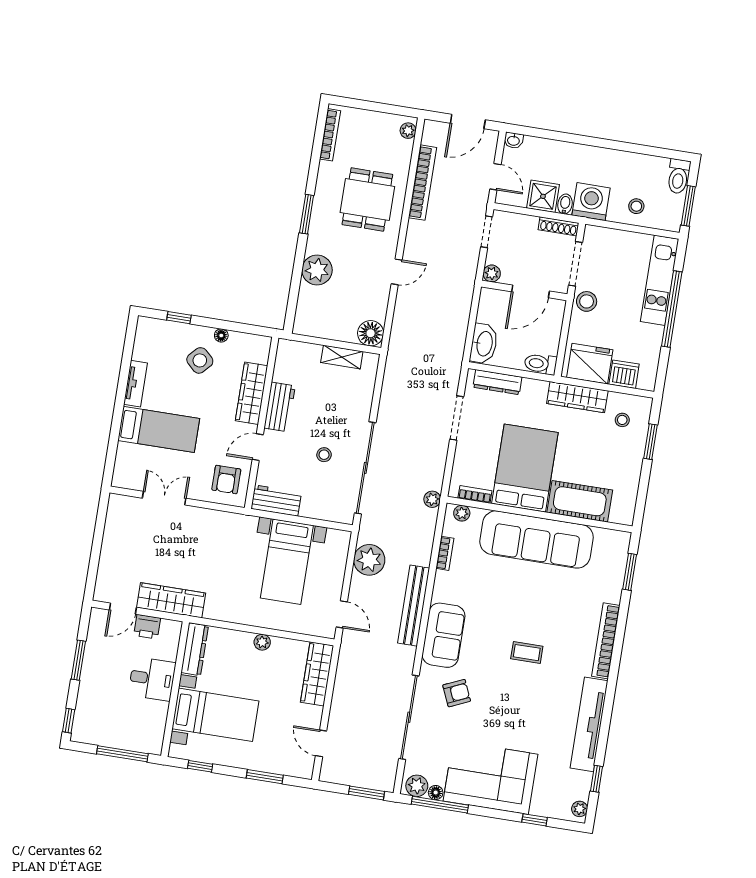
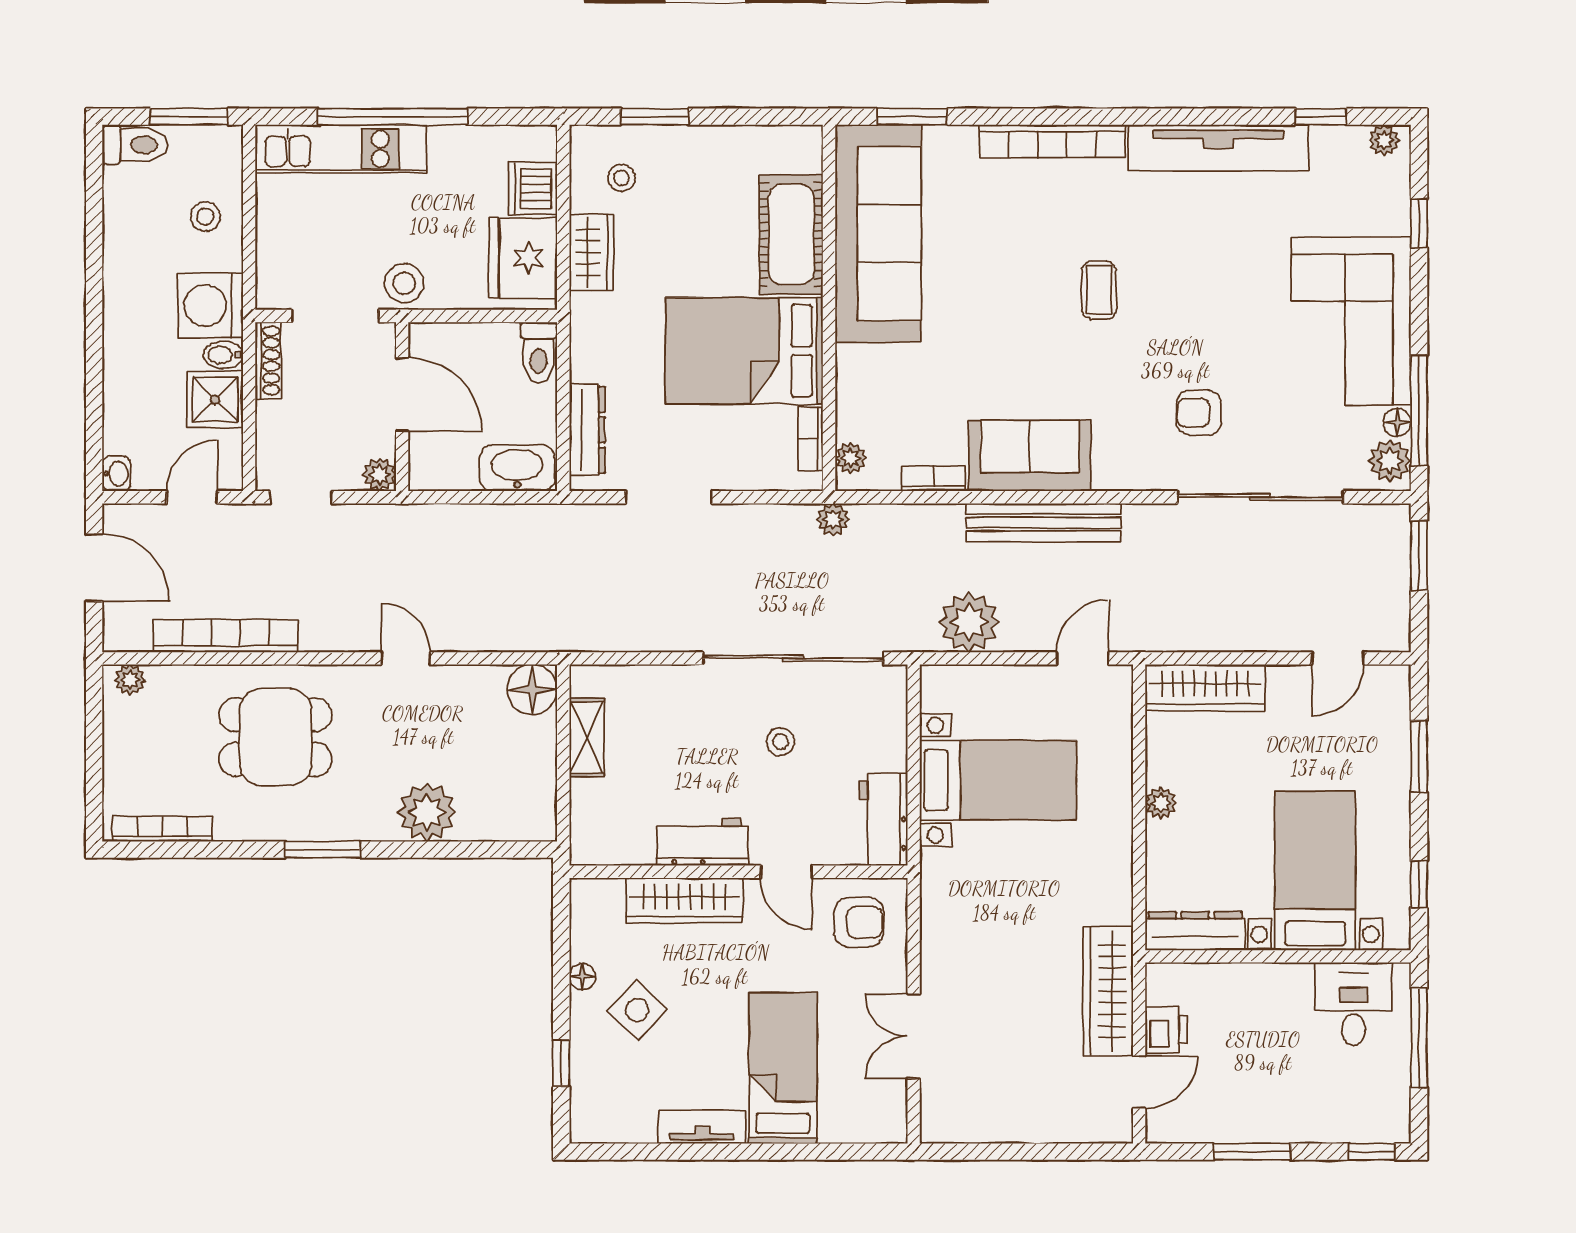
wardrobe: (577, 397) -> (591, 252), width x0.67
sofa: (537, 539) -> (878, 233), moved
door: (123, 609) -> (1139, 1082), hinge flipped
sofa: (443, 635) -> (1030, 456), moved
desk: (152, 679) -> (1353, 1004), moved
armchair: (457, 693) -> (1199, 413), turned -66

